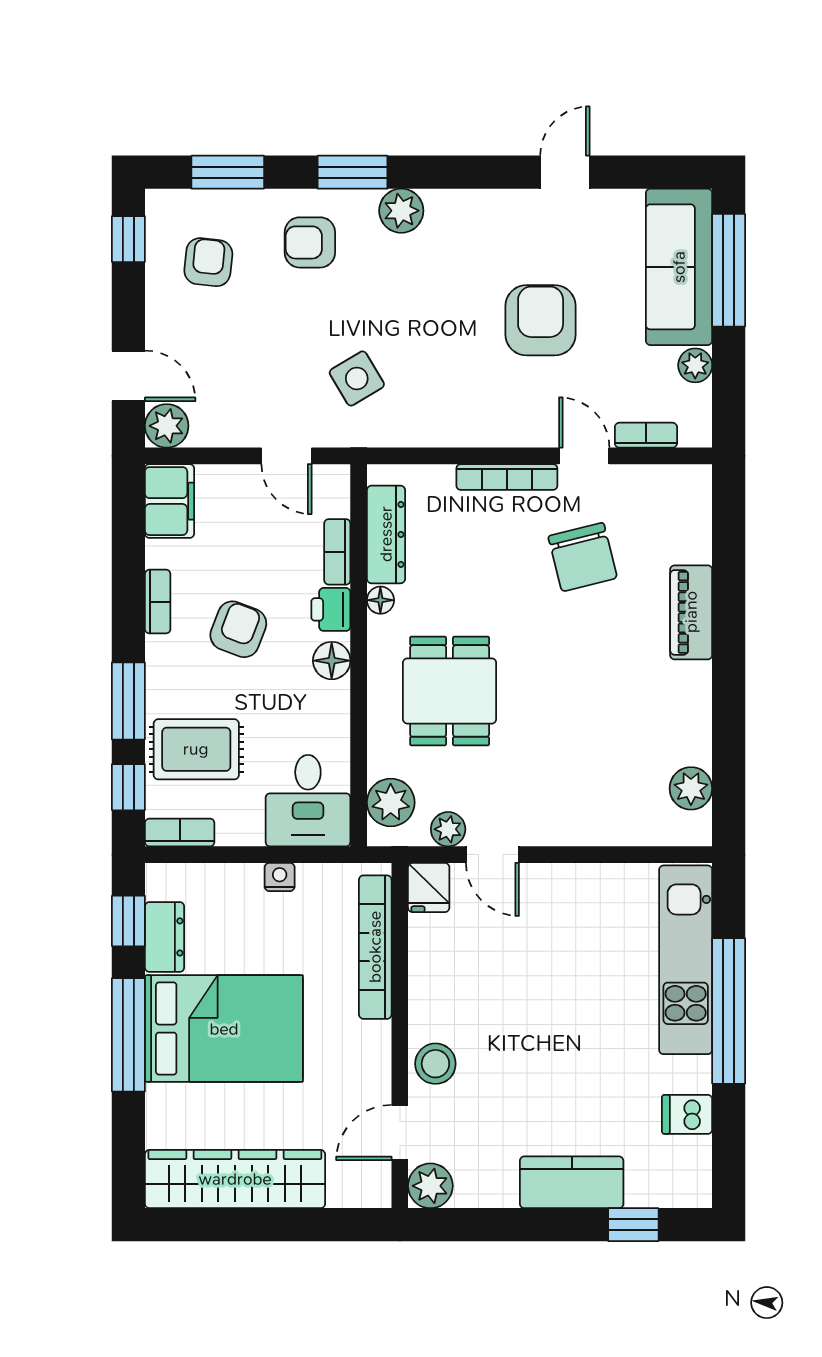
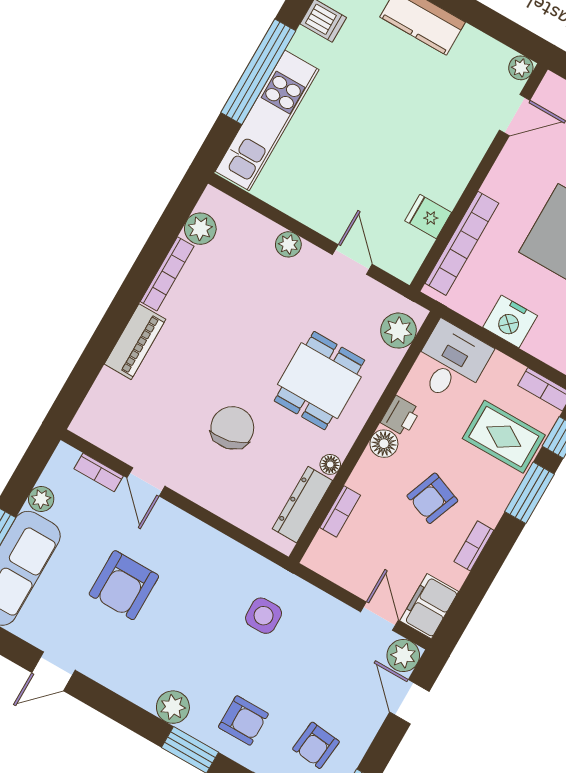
side table: (357, 378) -> (264, 616), turned 30
door: (287, 456) -> (379, 616), moved
bookcase: (507, 477) -> (167, 274), moved, turned 90
chair: (583, 557) -> (232, 428), moved
printer: (331, 609) -> (401, 416), moved
plant: (448, 829) -> (288, 244), moved
nightstand: (280, 877) -> (510, 321), width x1.89, depth x1.79
fridge: (429, 888) -> (428, 217), moved, turned -90
stool: (435, 1064) -> (466, 146), removed
plant: (430, 1186) -> (521, 68), width x0.73, depth x0.73

